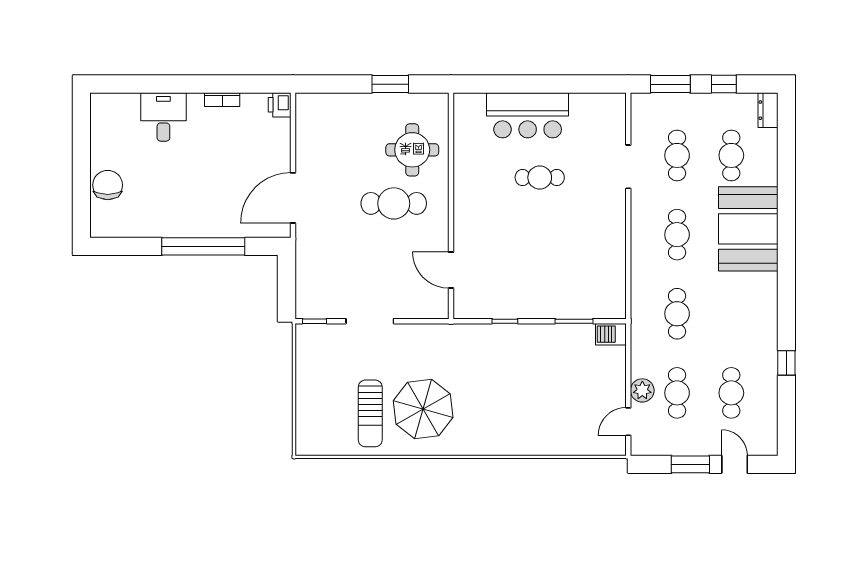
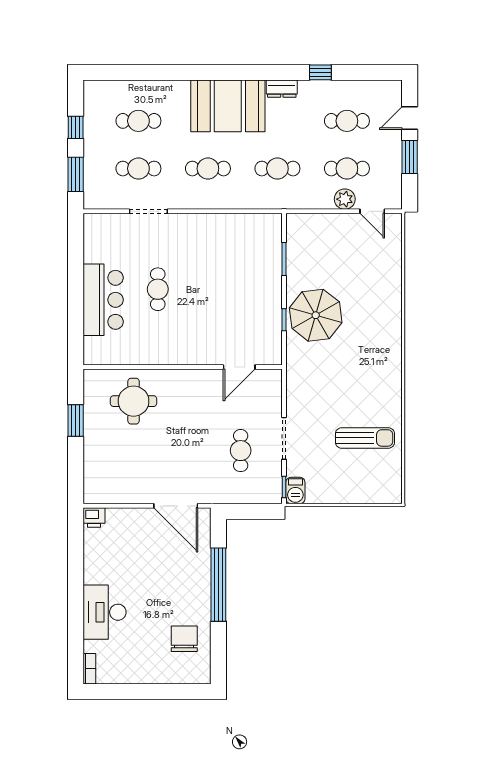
bookcase: (222, 100) -> (89, 669), moved
dresser: (768, 110) -> (282, 89), moved
desk: (163, 117) -> (105, 612), width x1.37
chair: (108, 185) -> (184, 639), moved, turned 90
cafe table: (394, 203) -> (241, 451), moved, width x0.73, depth x0.74
booth: (748, 229) -> (228, 106), moved
barbecue: (611, 334) -> (295, 491), moved
parasol: (423, 409) -> (316, 315), moved

